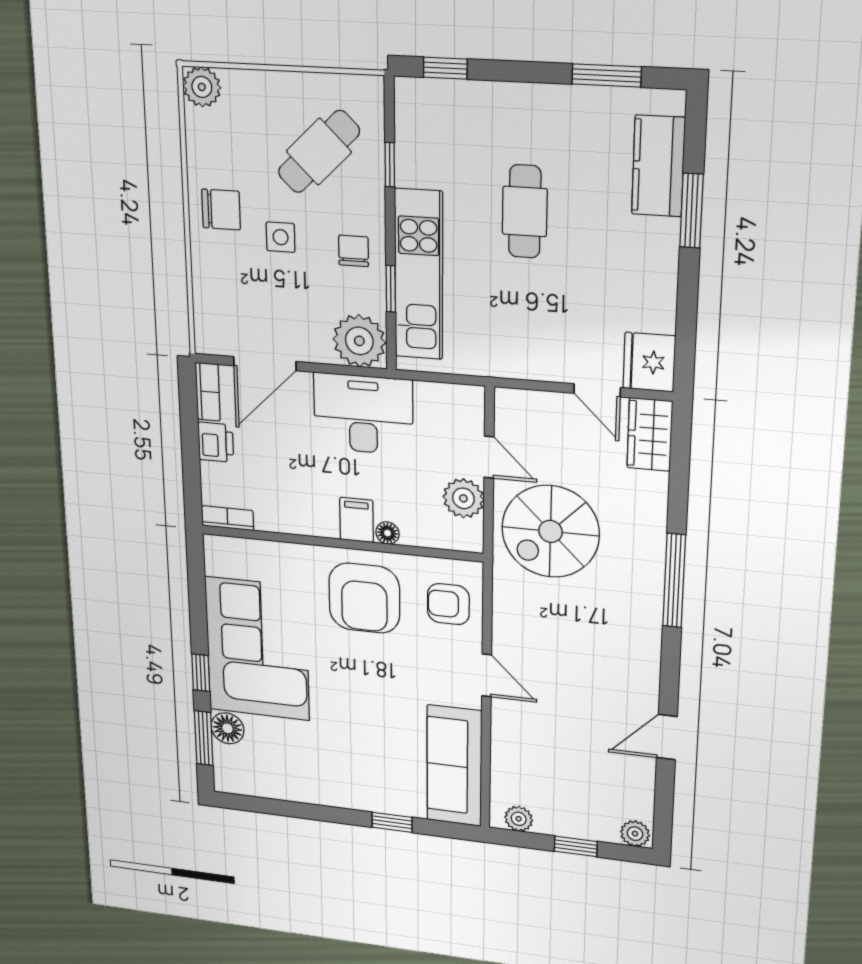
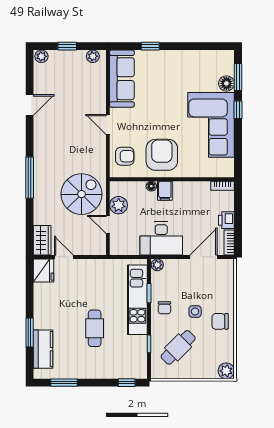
plant: (359, 341) -> (157, 265), width x0.53, depth x0.53

